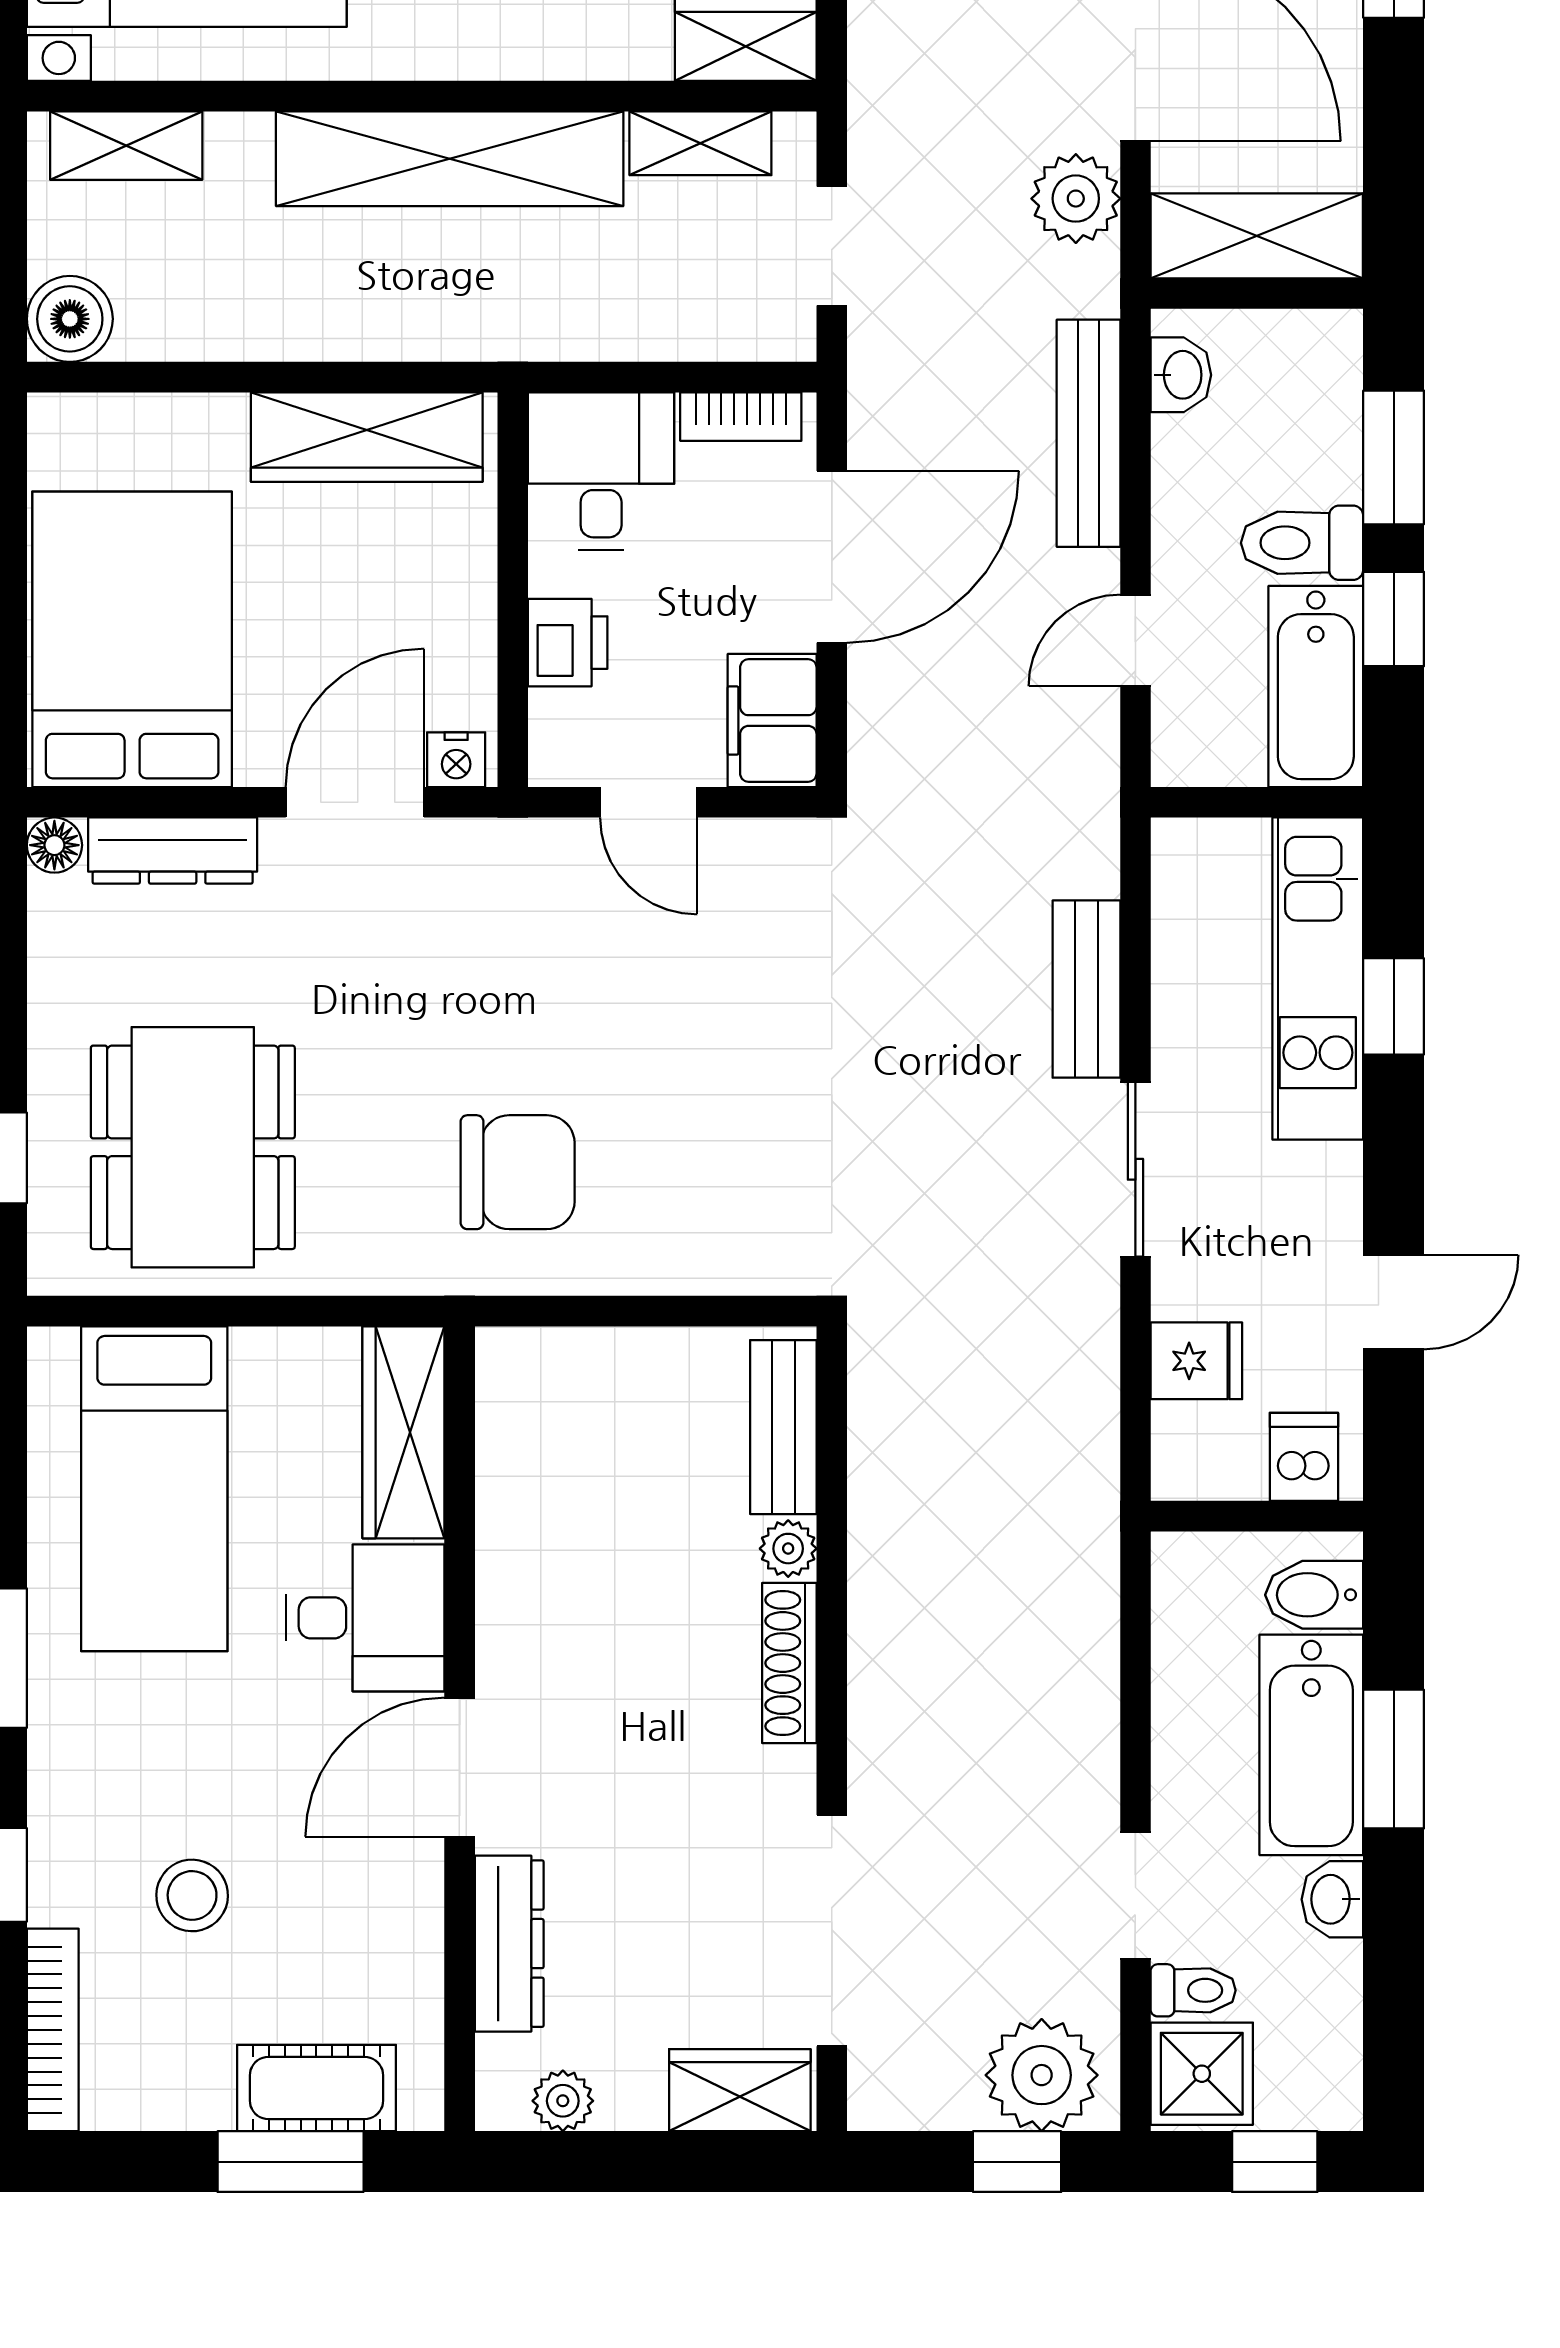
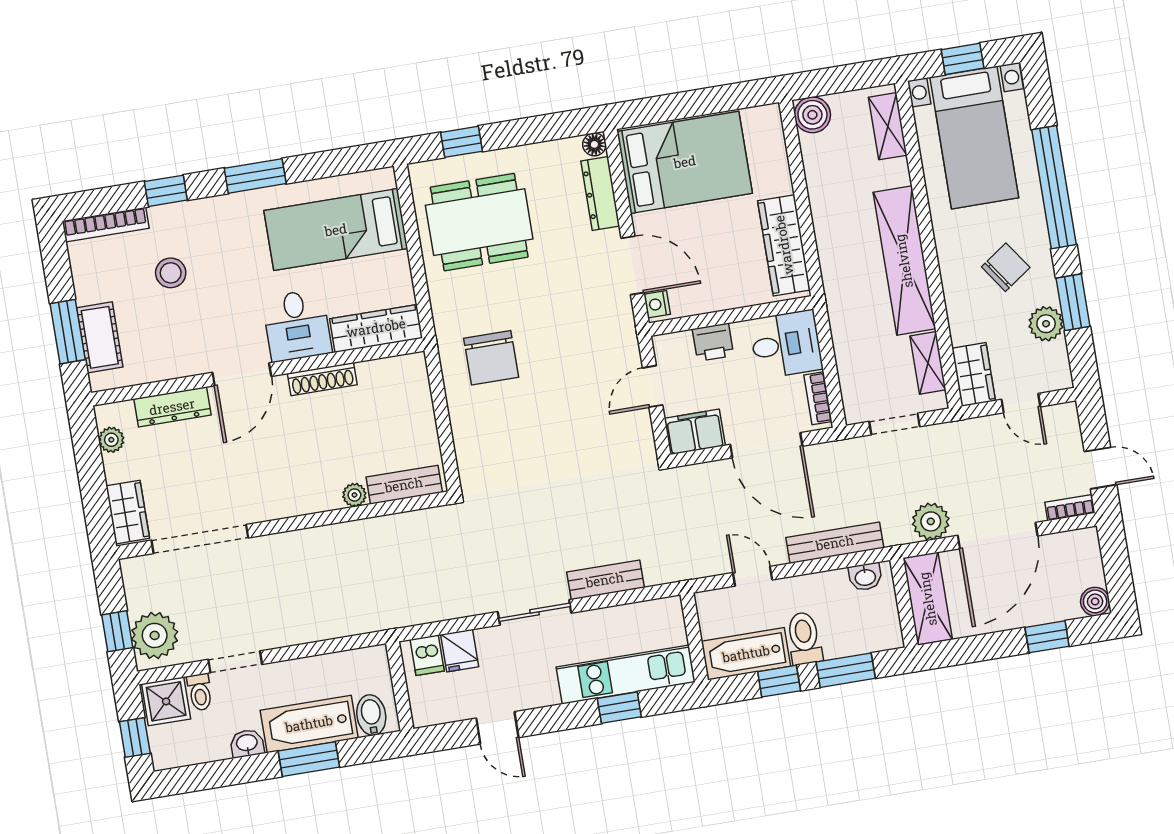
dishwasher: (1304, 1457) -> (427, 655), moved, turned 90
shoe rack: (789, 1663) -> (322, 379), moved, turned 180
door: (460, 1767) -> (242, 374), swing flipped

